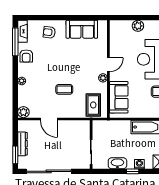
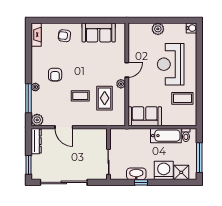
window: (15, 42) -> (28, 98), moved
armchair: (26, 56) -> (55, 75), moved
sofa: (119, 97) -> (145, 116), moved, turned -90
rug: (93, 105) -> (105, 98), moved
dresser: (22, 144) -> (36, 141), moved
washing machine: (139, 164) -> (164, 170), width x1.89, depth x1.89
window: (133, 171) -> (141, 182), moved

